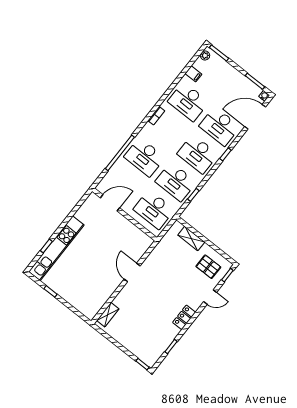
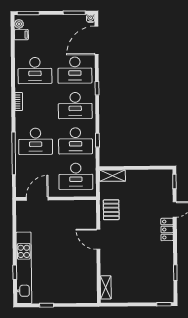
filing cabinet: (193, 74) -> (21, 35), moved
shelving: (191, 239) -> (112, 176), moved
pallet: (208, 267) -> (111, 210), moved, turned 90
locker: (184, 317) -> (167, 229), moved

